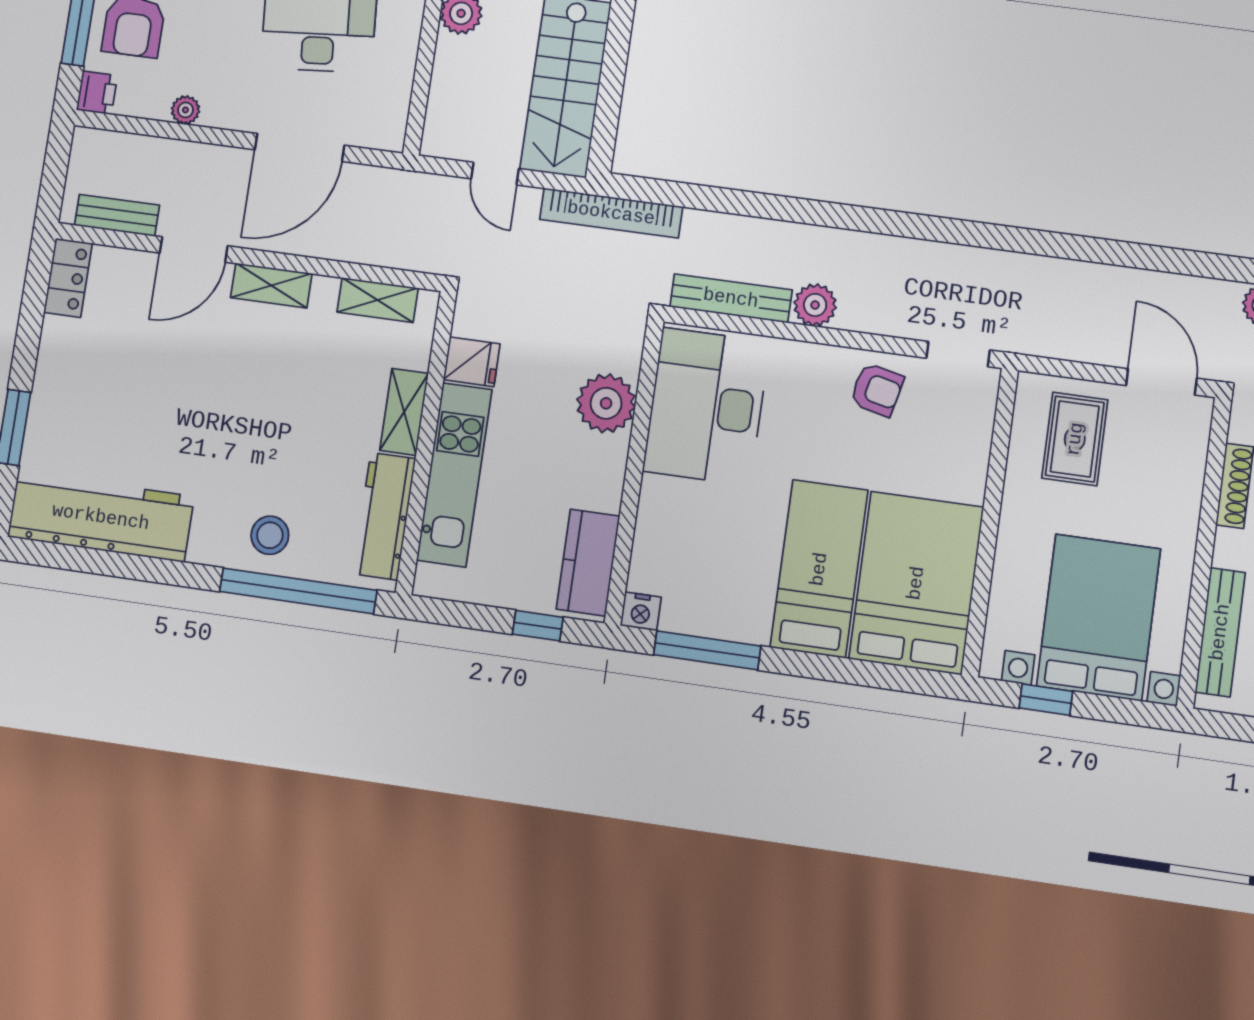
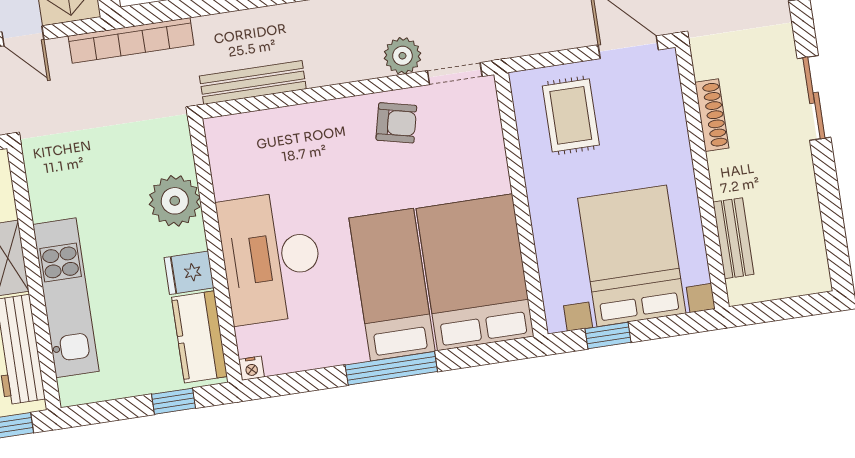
plant: (815, 305) -> (402, 56), moved
fridge: (472, 362) -> (189, 273), moved, turned 180
desk: (706, 406) -> (271, 258), moved
nightstand: (641, 611) -> (251, 368), width x0.72, depth x0.74
bench: (1220, 632) -> (733, 238), width x0.73
window: (707, 650) -> (391, 368), moved

